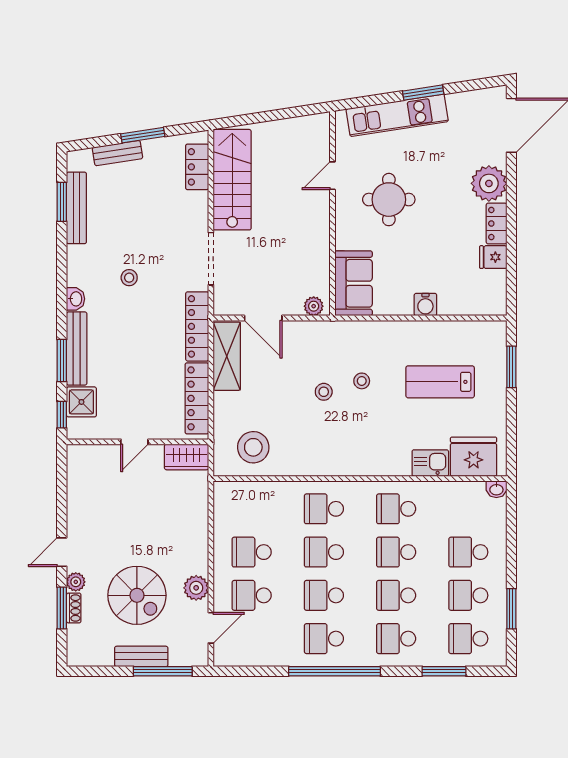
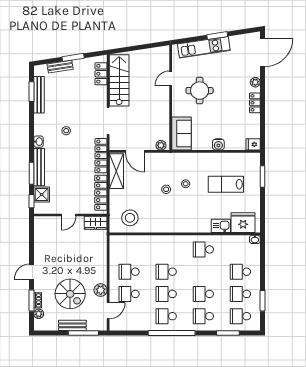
plant: (489, 183) -> (255, 82), width x0.53, depth x0.53
fridge: (493, 257) -> (253, 144), moved
school desk: (324, 509) -> (166, 249), removed
school desk: (396, 552) -> (203, 272), removed
plant: (76, 582) -> (39, 314), moved

